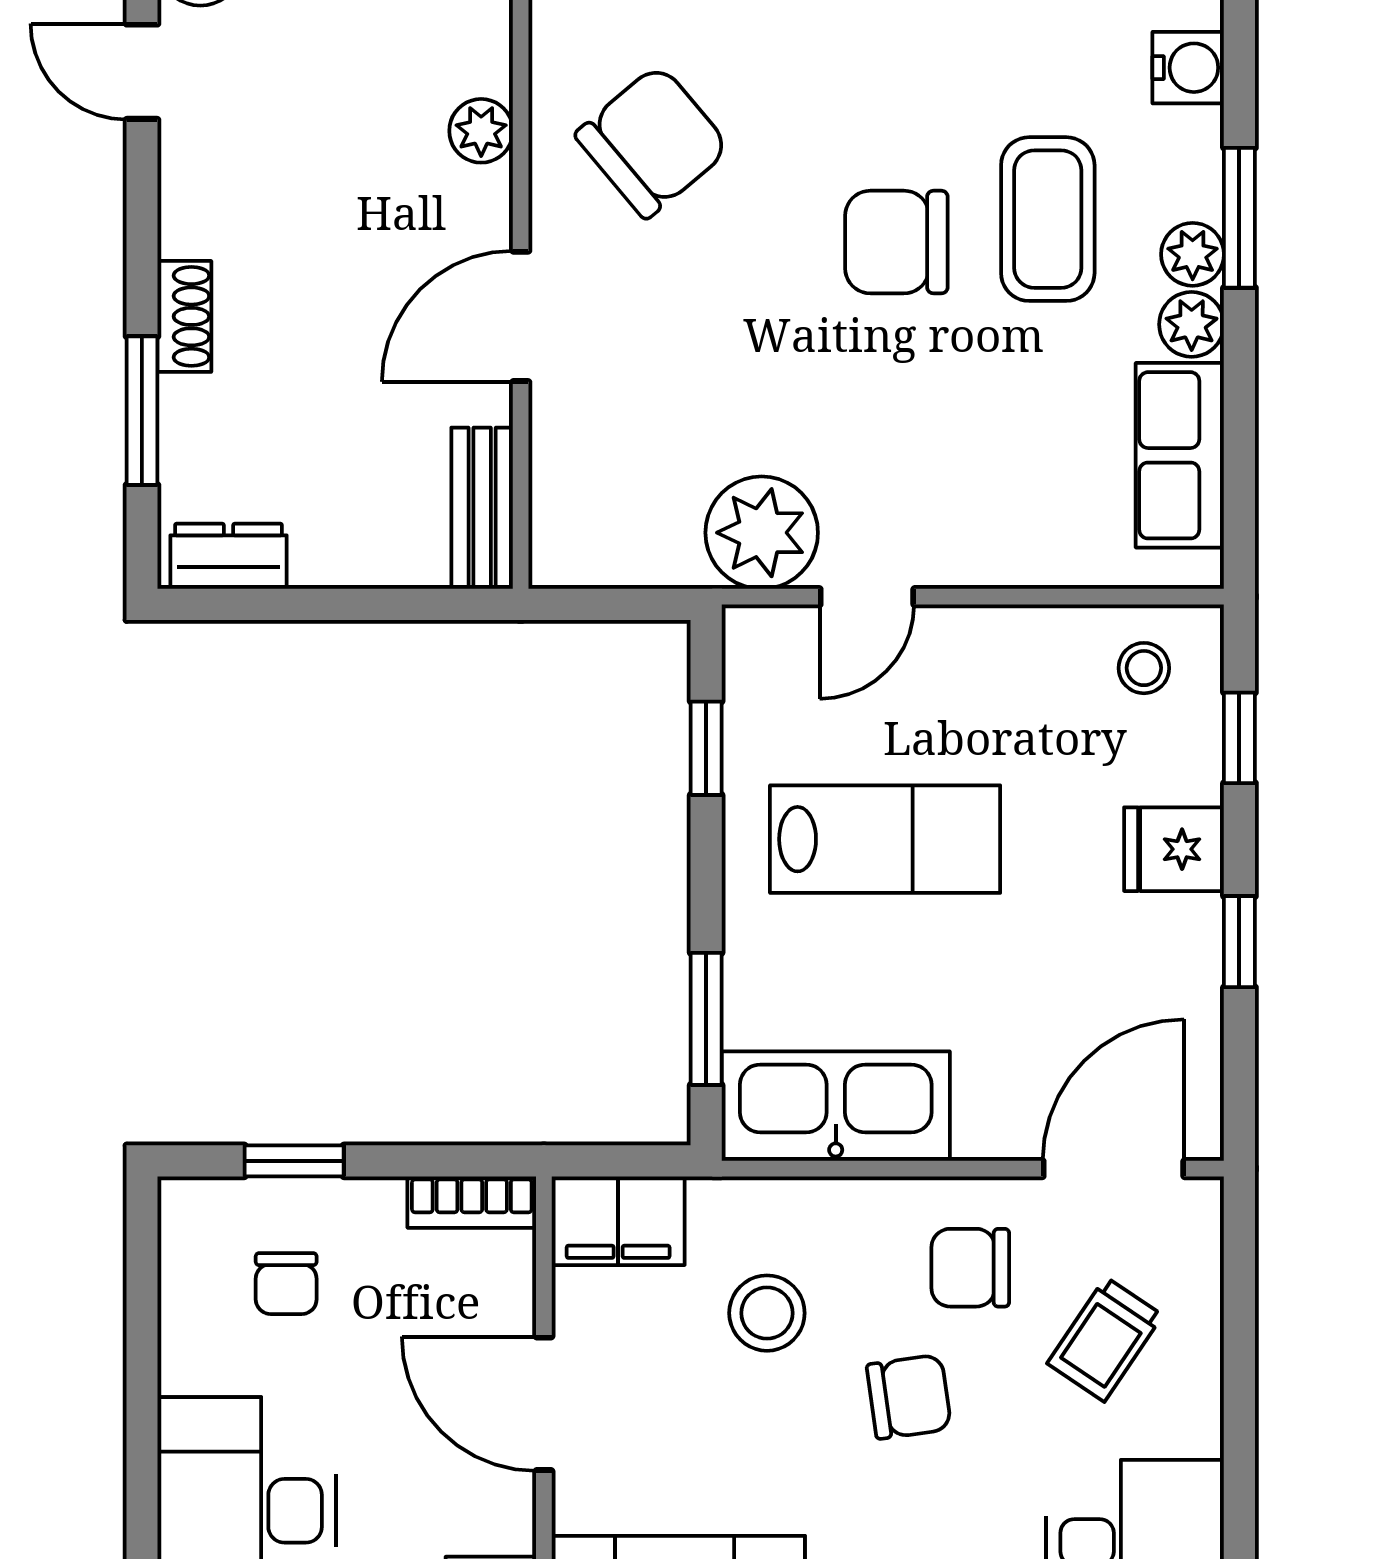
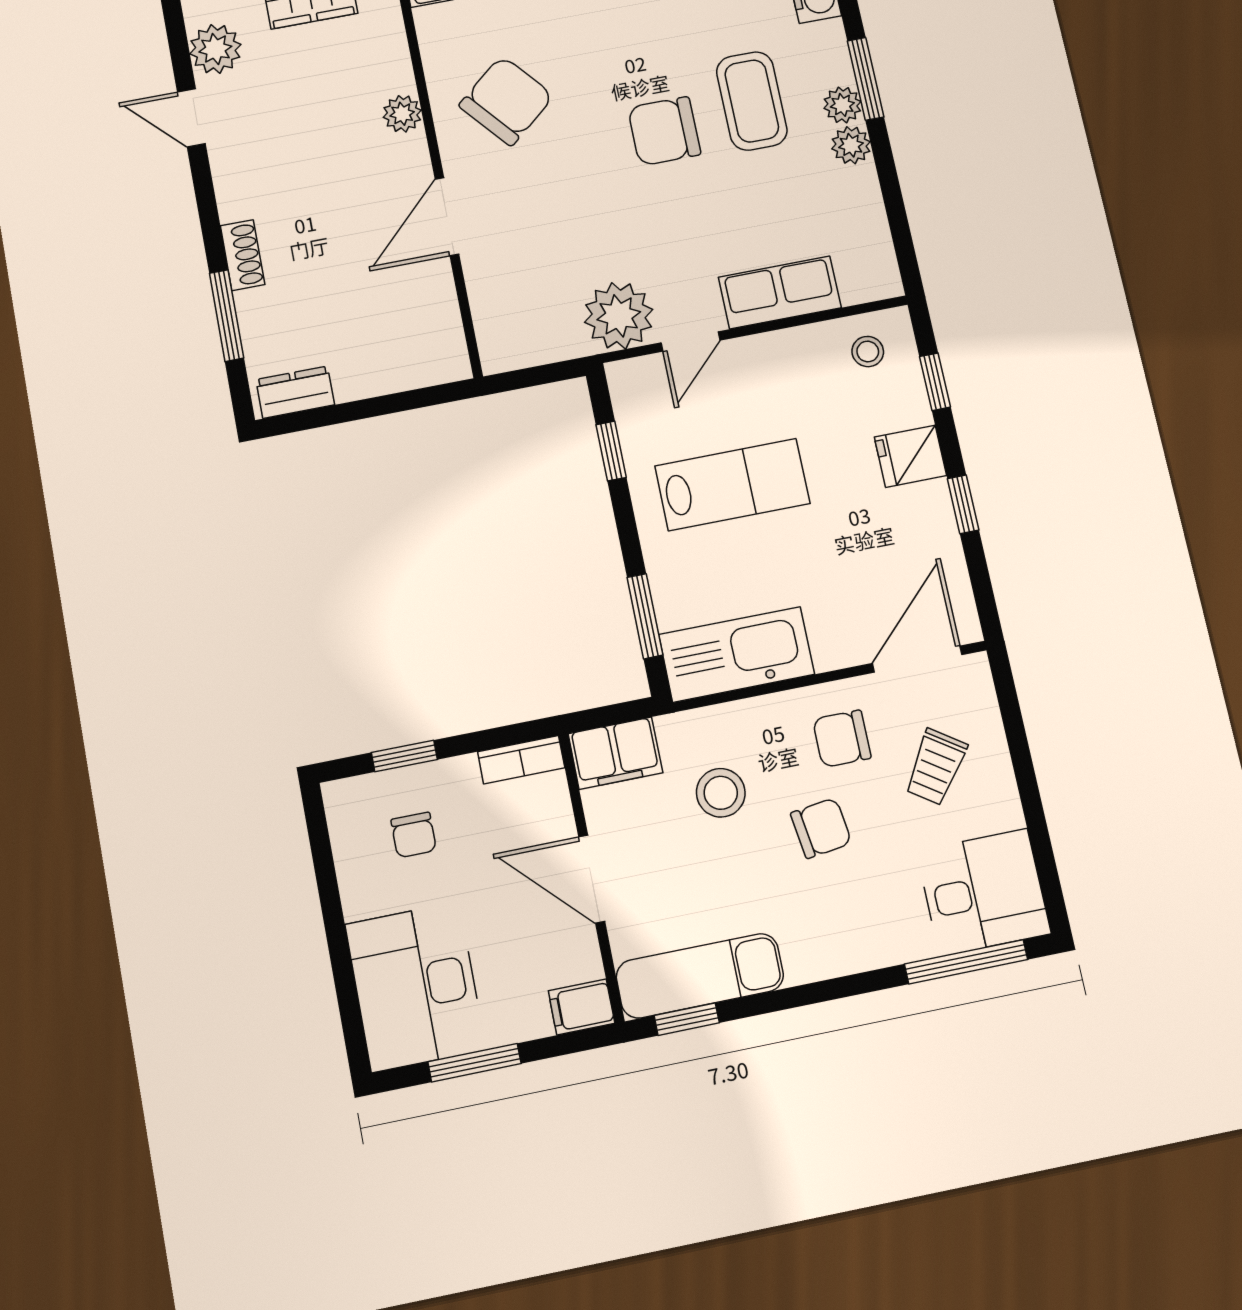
row of seats: (1180, 455) -> (780, 292), moved, turned 90
bench: (482, 508) -> (445, 334), removed

